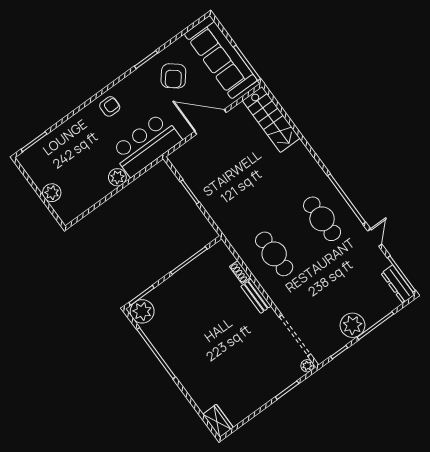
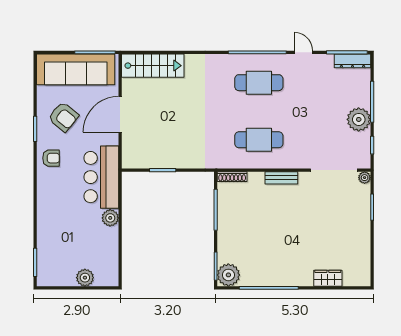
armchair: (110, 106) -> (51, 158), moved, turned 90
shoe rack: (240, 272) -> (232, 177), moved, width x1.43
wardrobe: (218, 421) -> (328, 278), moved

